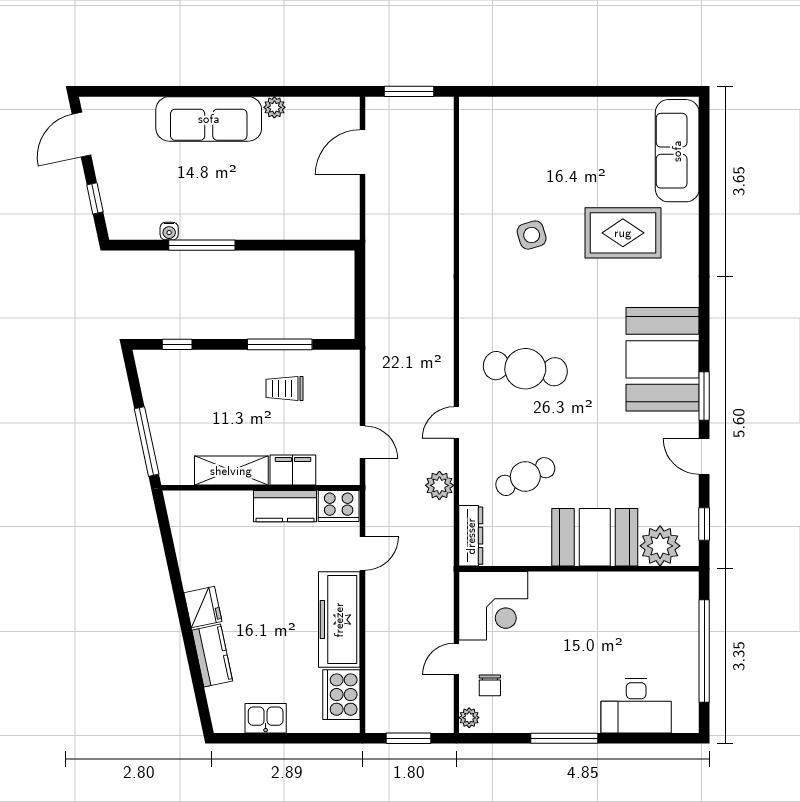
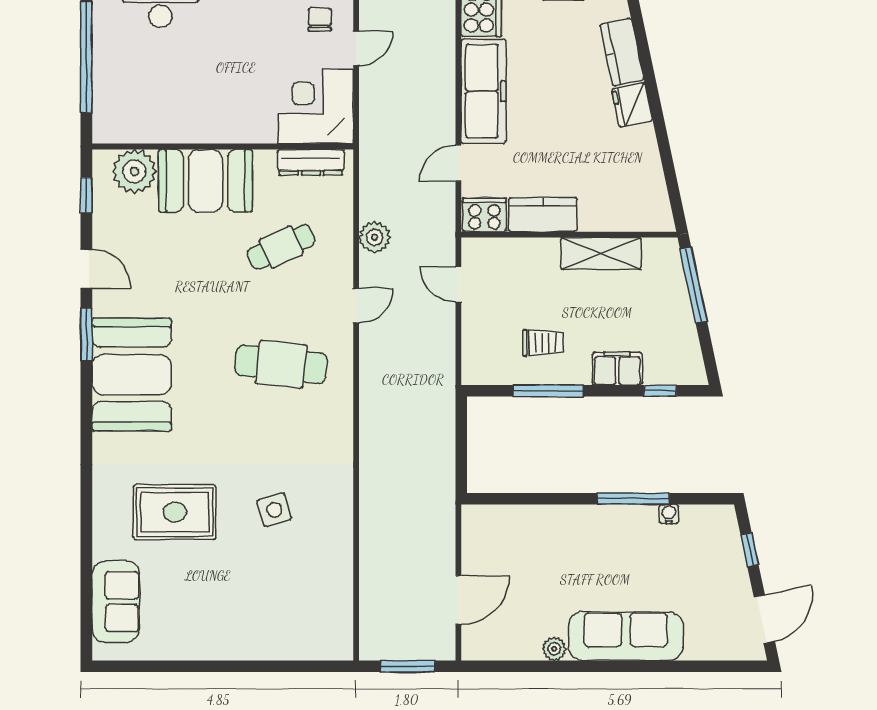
sofa: (677, 151) -> (116, 602), width x0.73
filing cabinet: (293, 470) -> (617, 369), moved, turned 180
dresser: (471, 536) -> (311, 162), moved, turned -90

